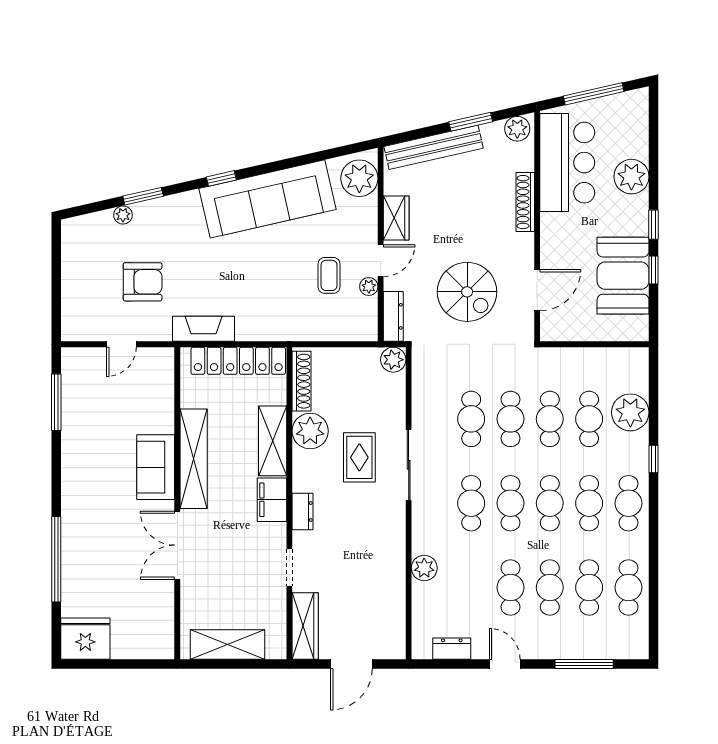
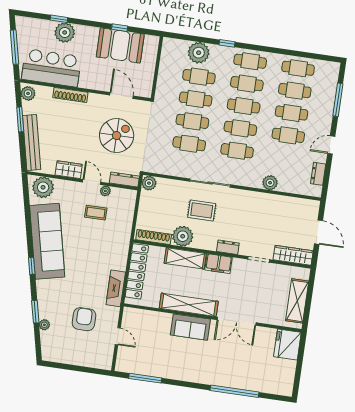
window: (654, 225) -> (59, 19), moved
fridge: (85, 639) -> (287, 345), moved

